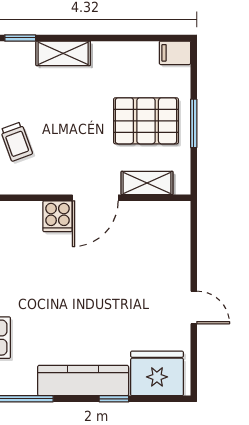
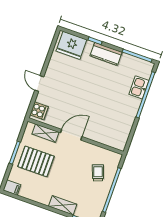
cooker: (57, 216) -> (39, 111), moved, turned 90
door: (194, 307) -> (39, 84), moved
kitchen counter: (83, 381) -> (106, 54), width x0.67

